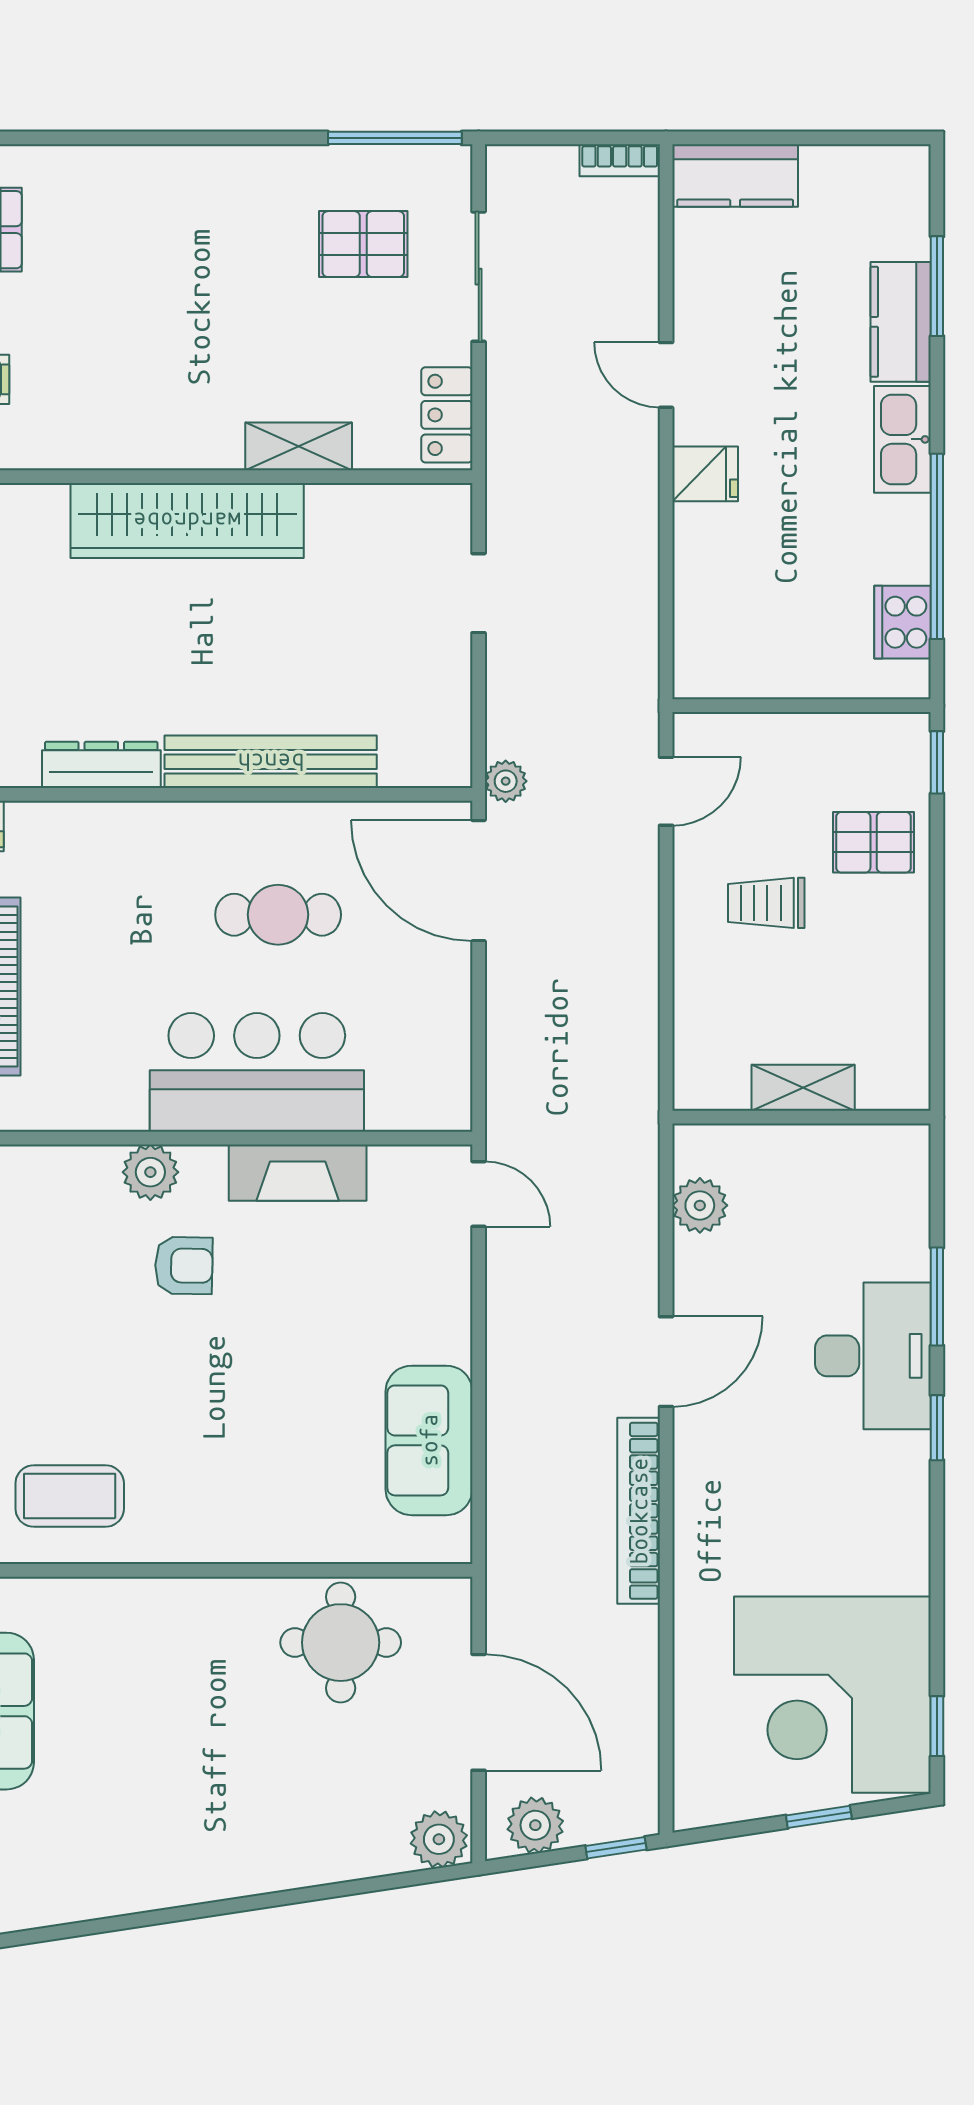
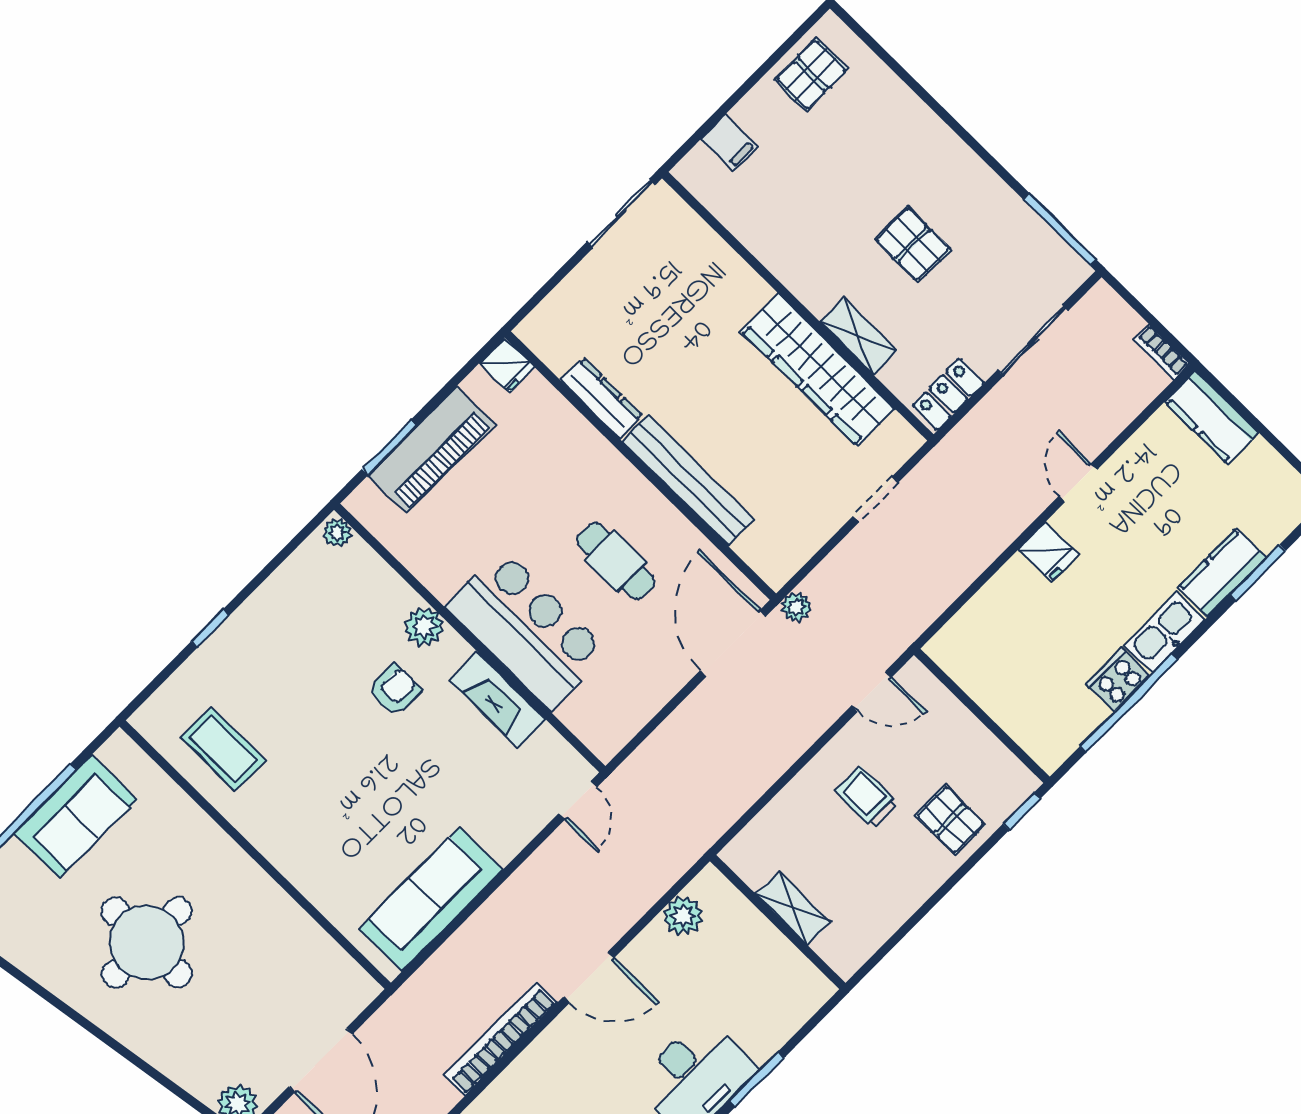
pallet: (363, 244) -> (913, 244), moved
wardrobe: (187, 521) -> (818, 370), moved
cooker: (902, 622) -> (1118, 680), moved
armchair: (184, 1266) -> (394, 690), turned -91
sofa: (429, 1440) -> (431, 899), width x1.36
round table: (341, 1643) -> (146, 942), moved, width x1.36, depth x1.36

